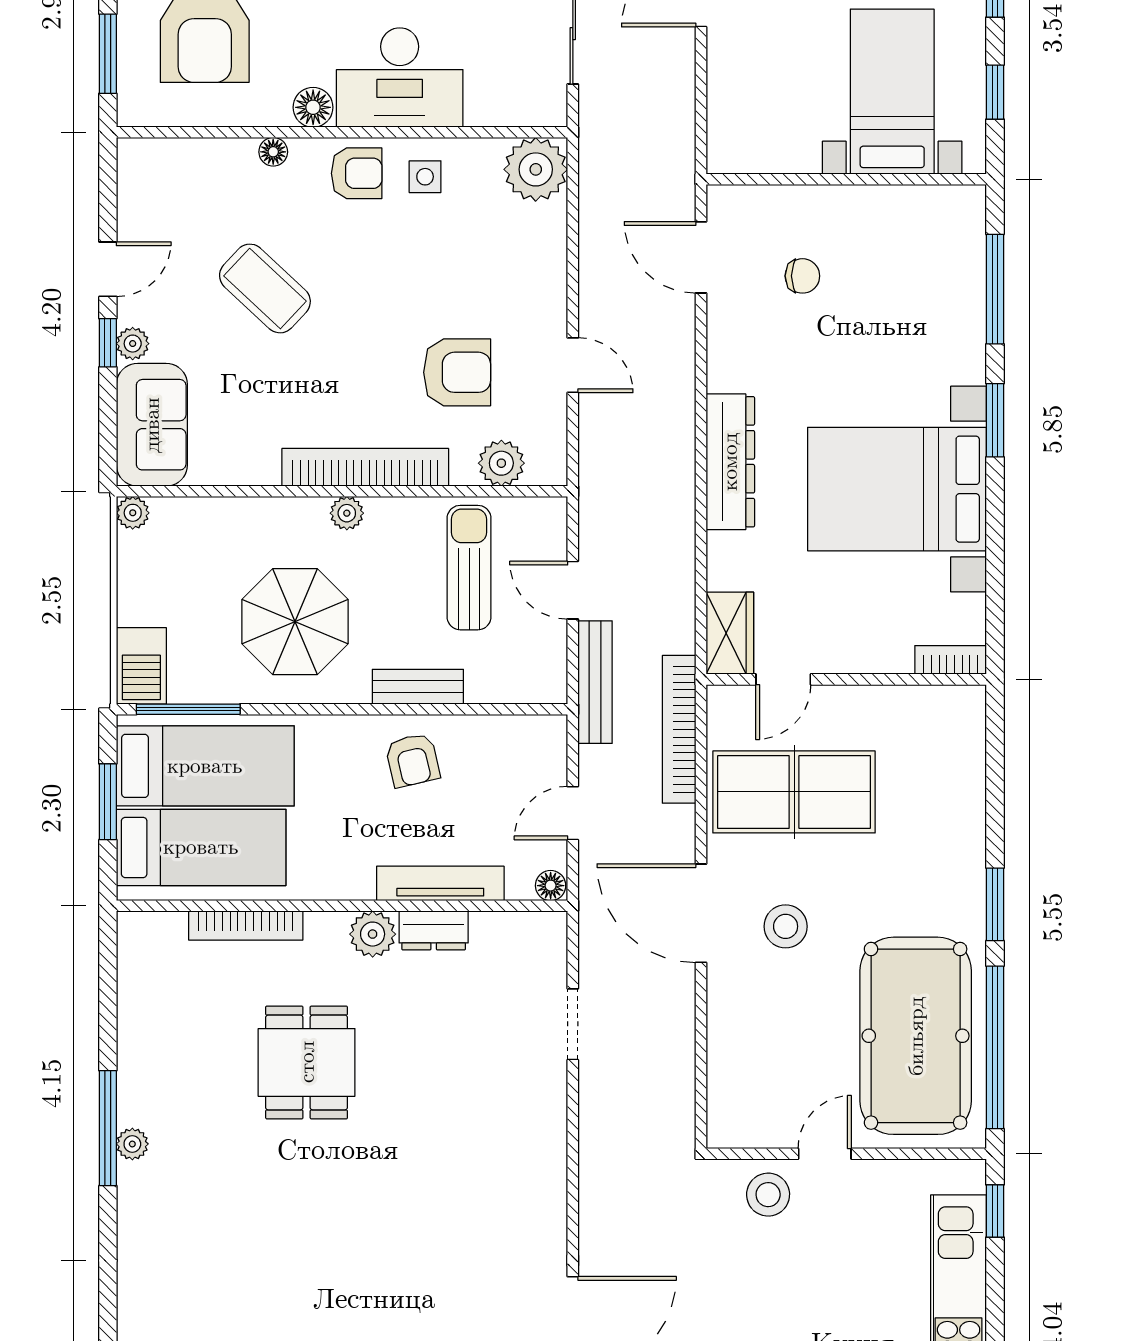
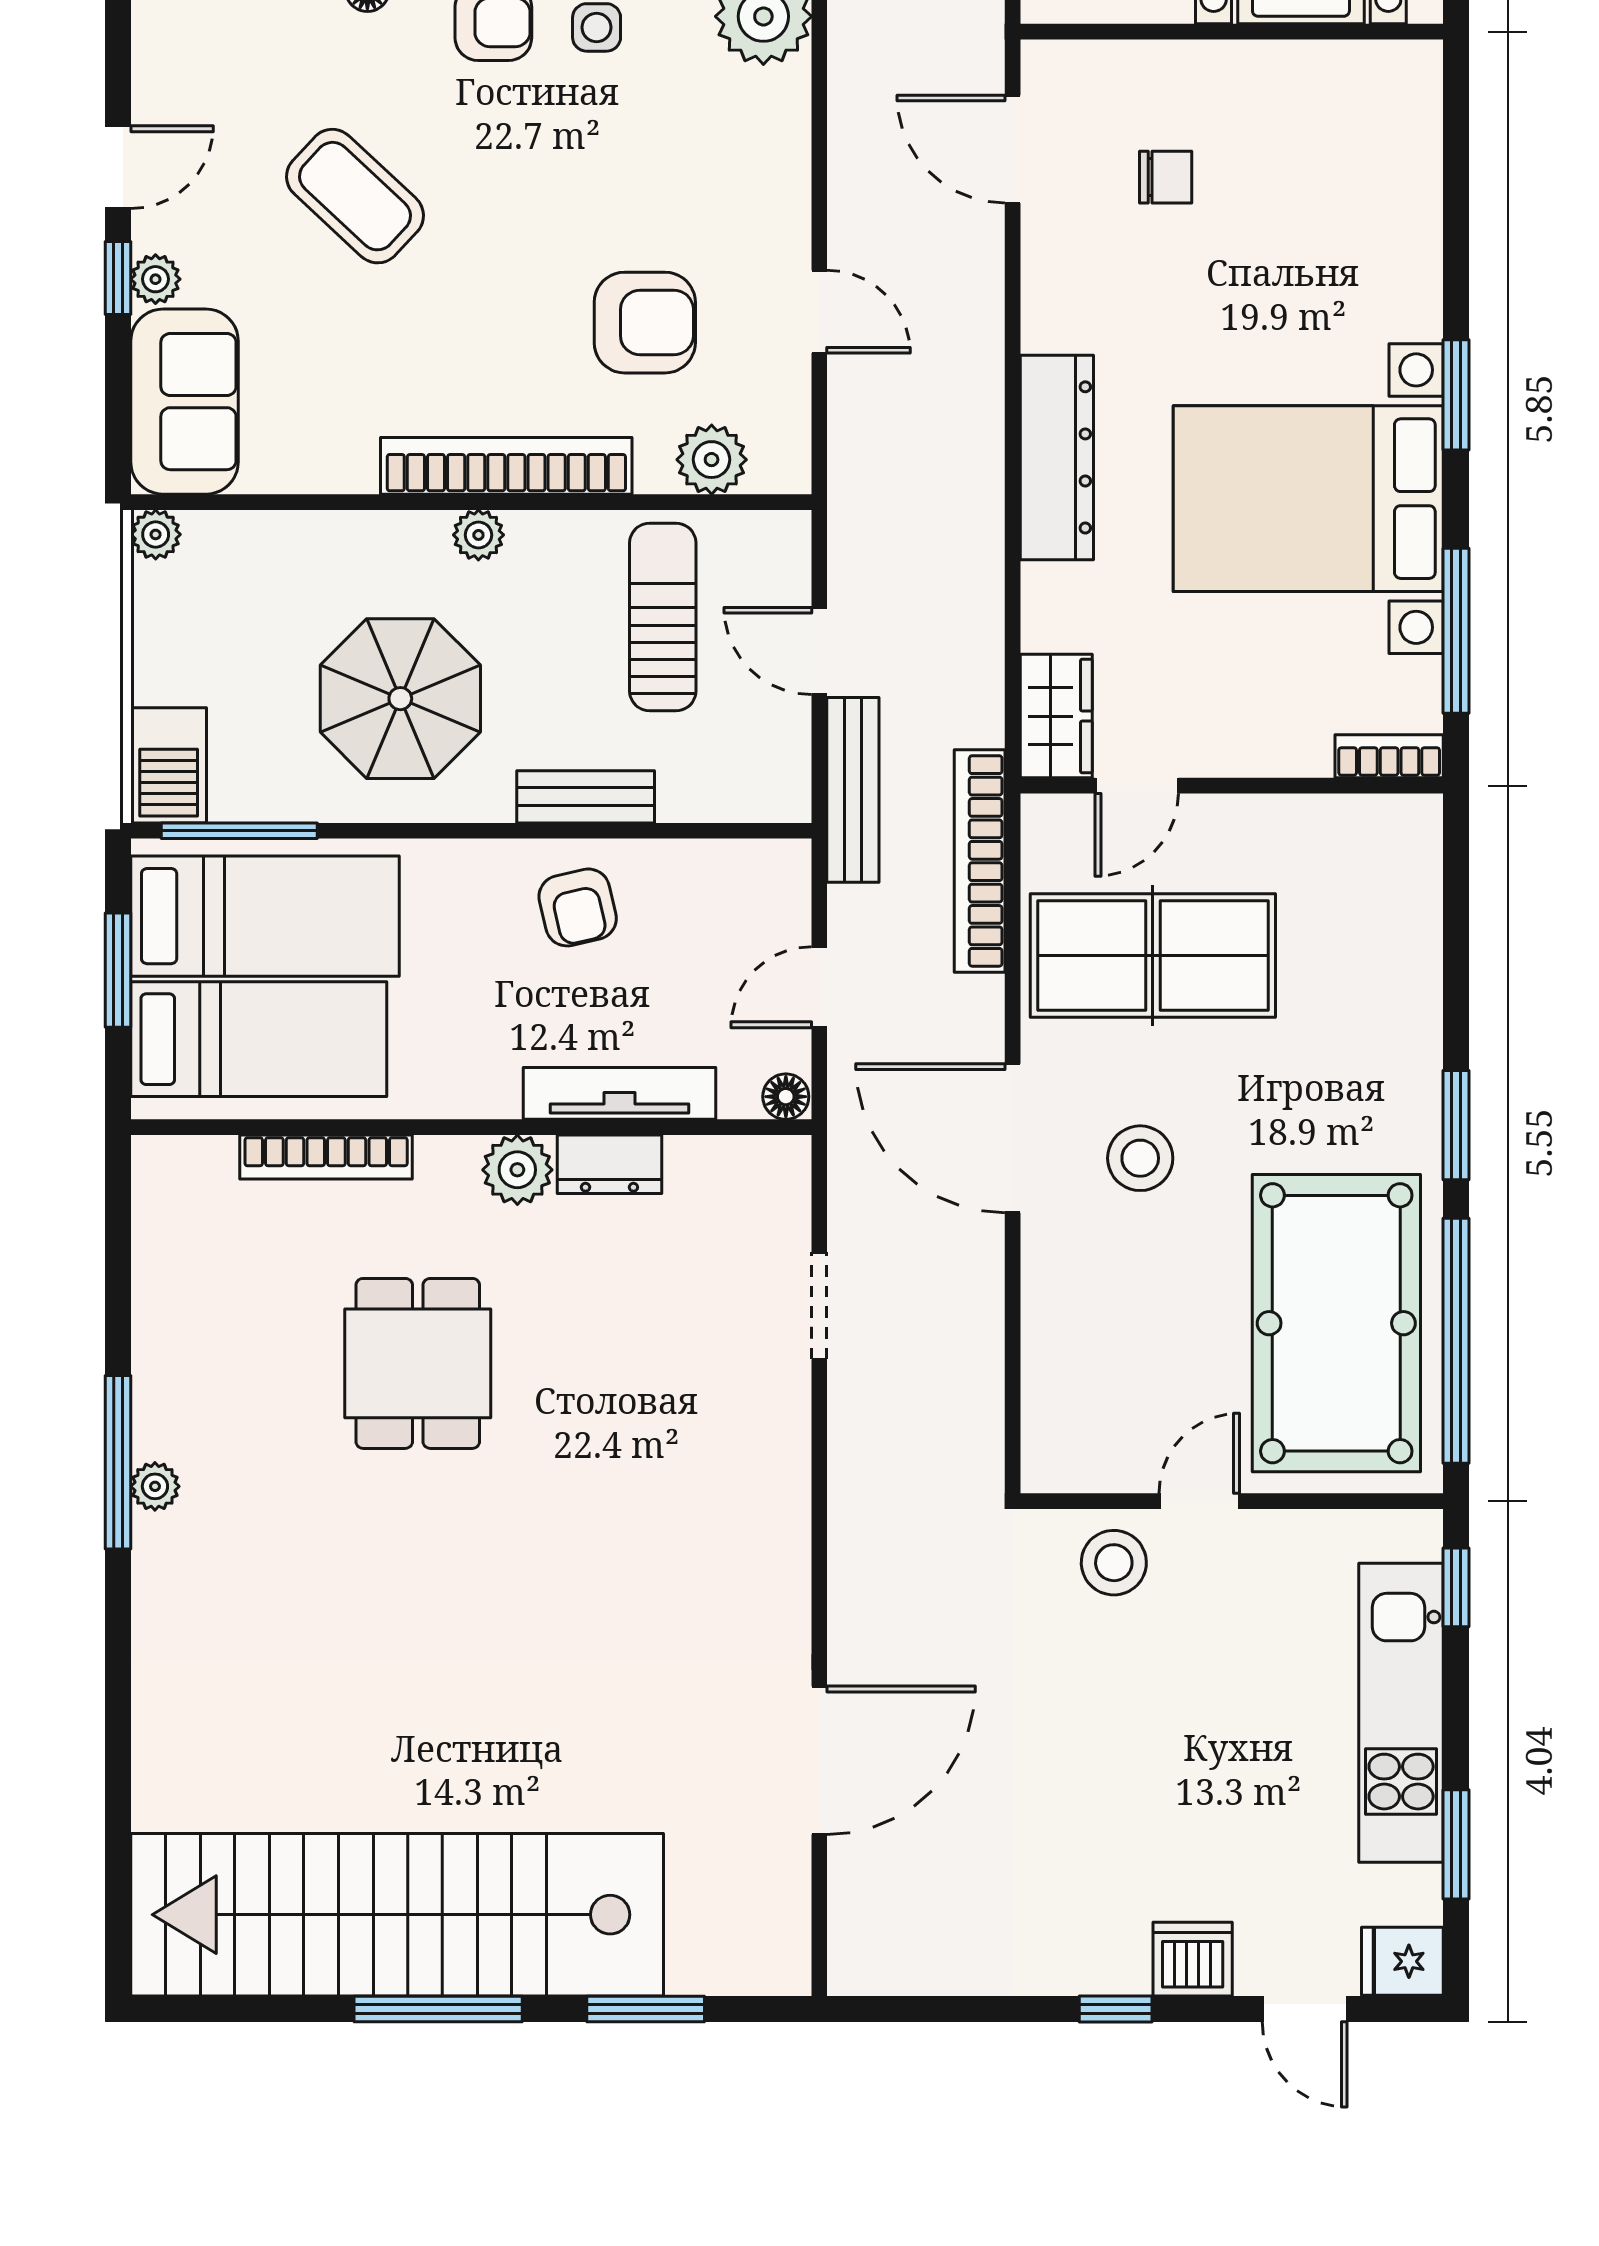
window: (995, 289) -> (1456, 631), moved

